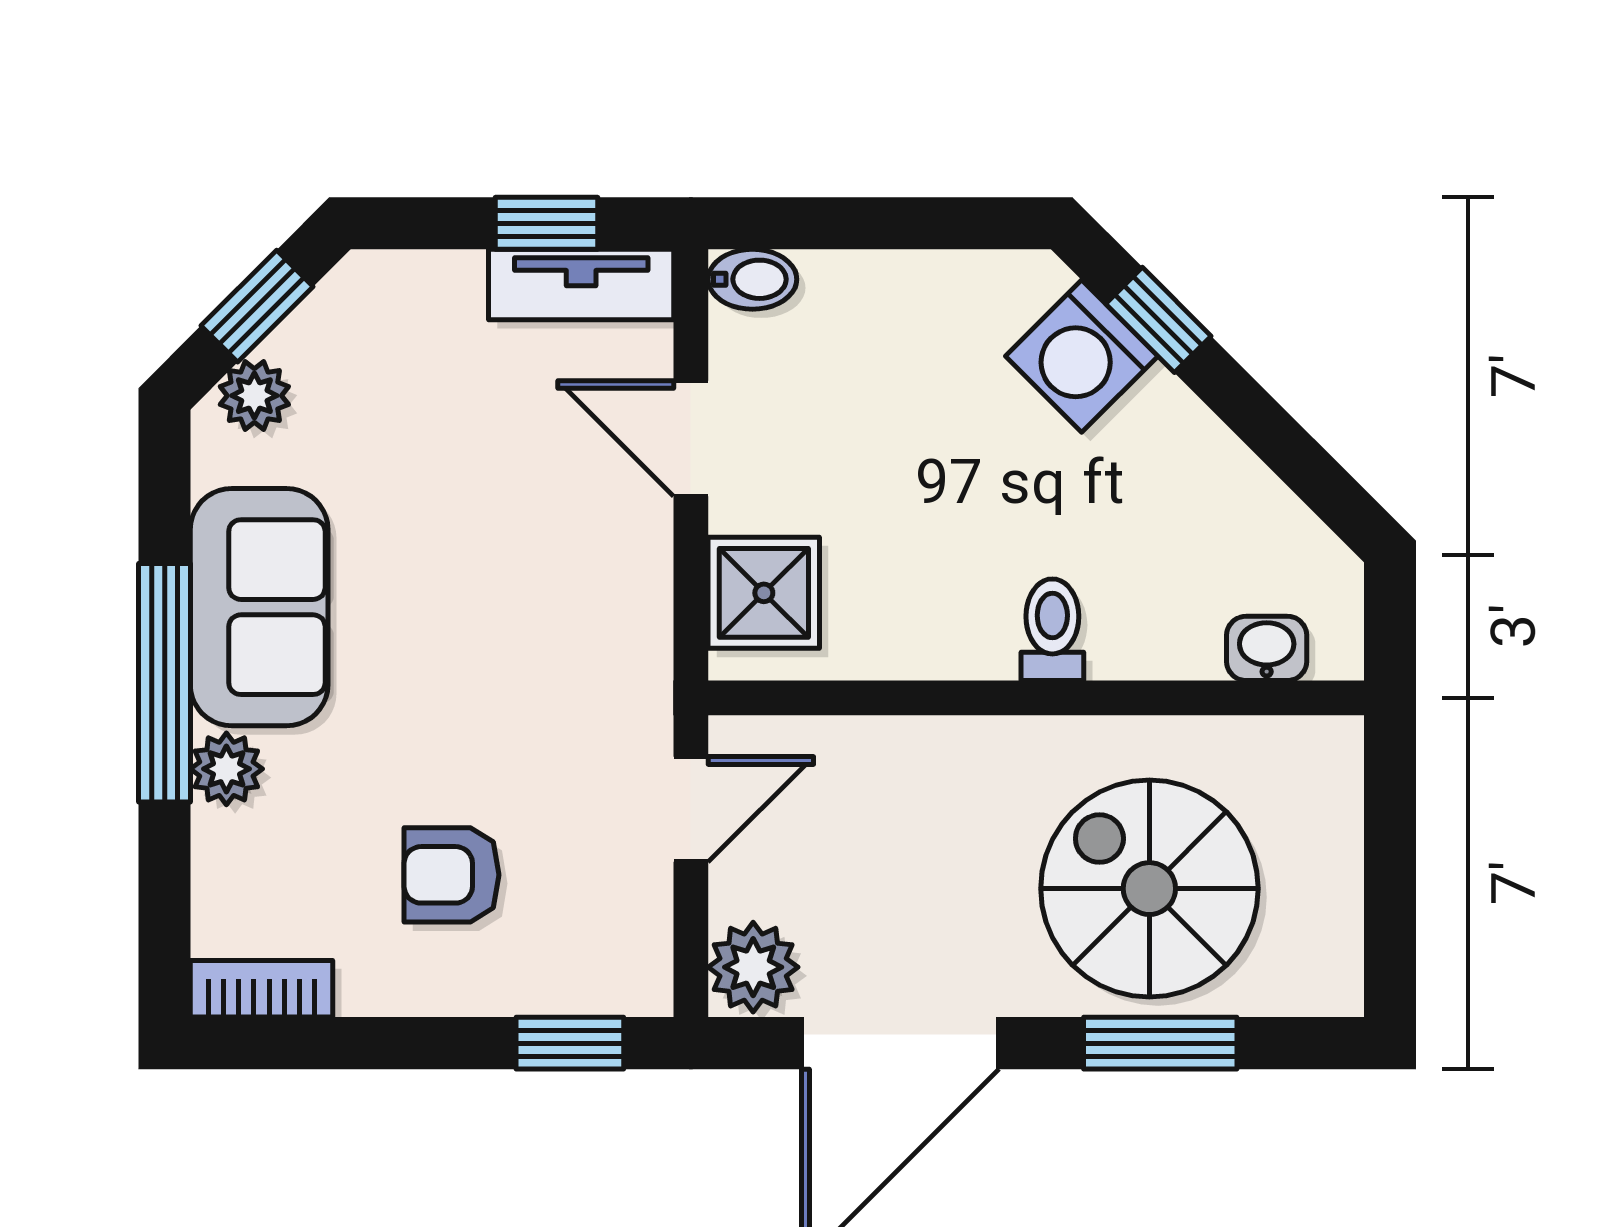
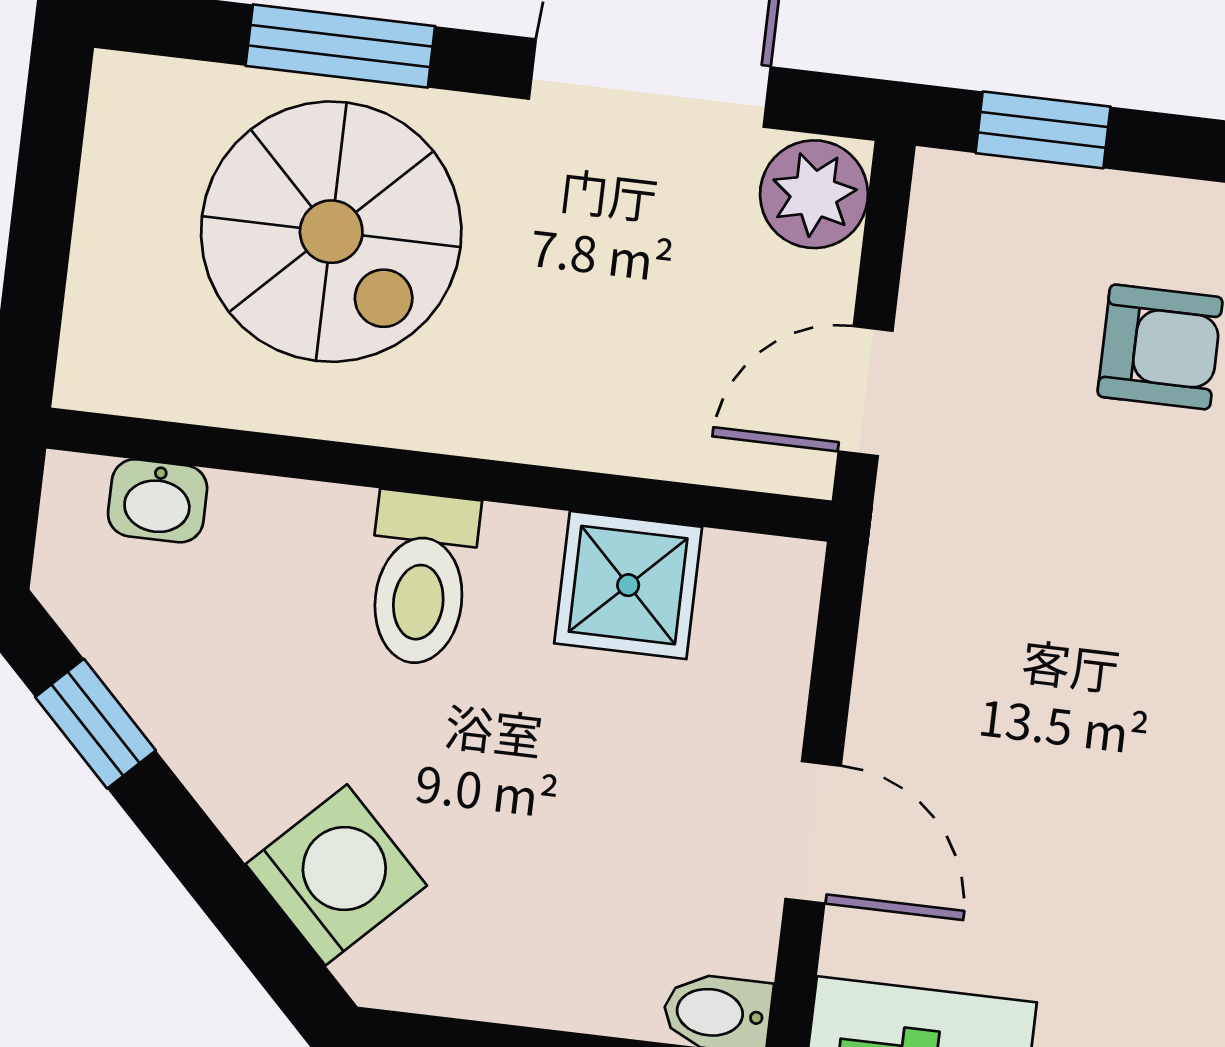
window: (1158, 320) -> (95, 724), moved
shower: (764, 593) -> (628, 585), moved
toilet: (1052, 630) -> (421, 579), width x1.37, depth x1.39

